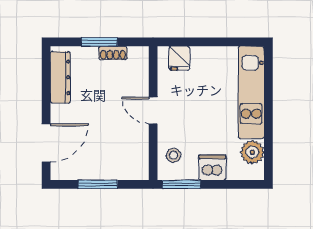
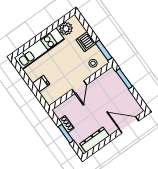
fridge: (179, 58) -> (41, 84), moved
window: (98, 184) -> (124, 79), moved

